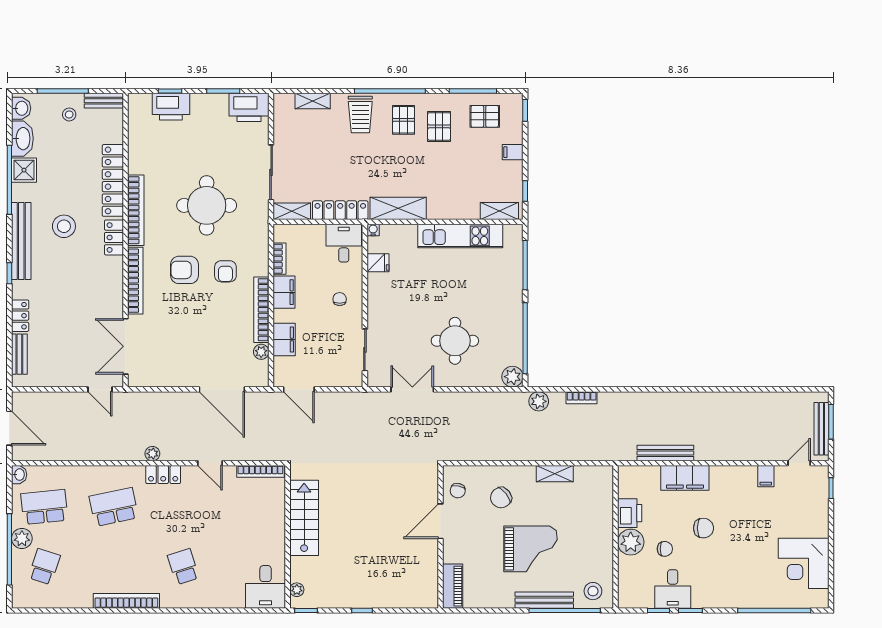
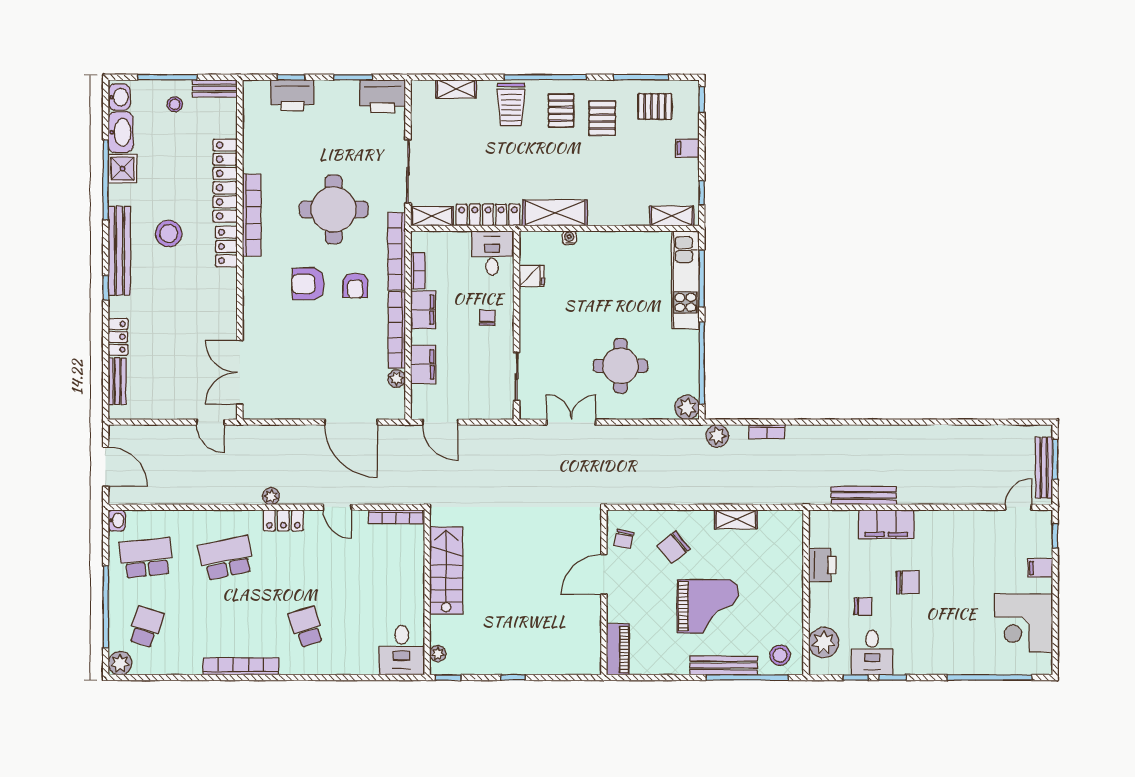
water cooler: (373, 230) -> (569, 238), moved
kitchen unit: (460, 236) -> (685, 280), moved, turned 90
bookcase: (135, 281) -> (397, 251), moved, turned 180
filing cabinet: (766, 476) -> (1040, 568), moved, turned 90
plant: (22, 538) -> (120, 663), moved
plant: (631, 542) -> (824, 642), moved

